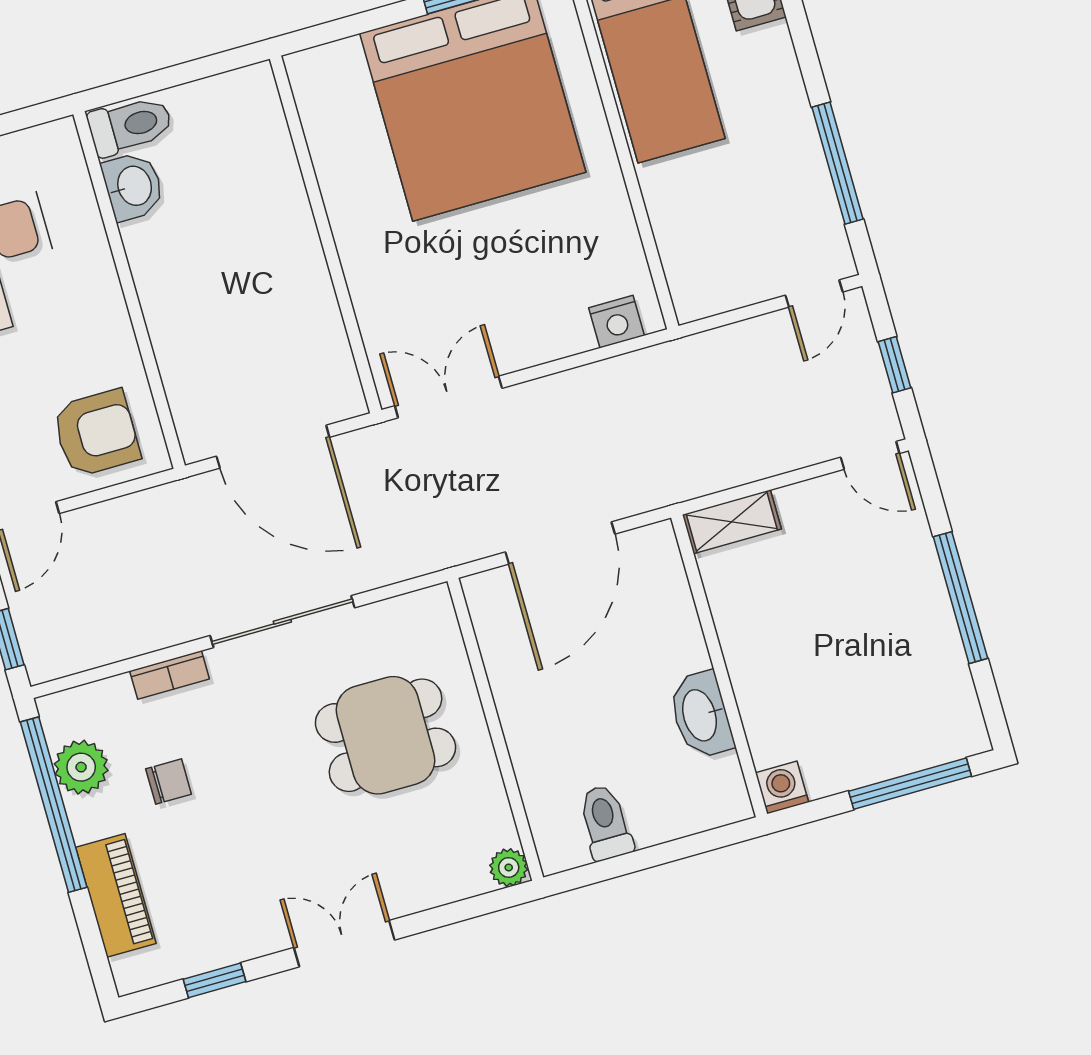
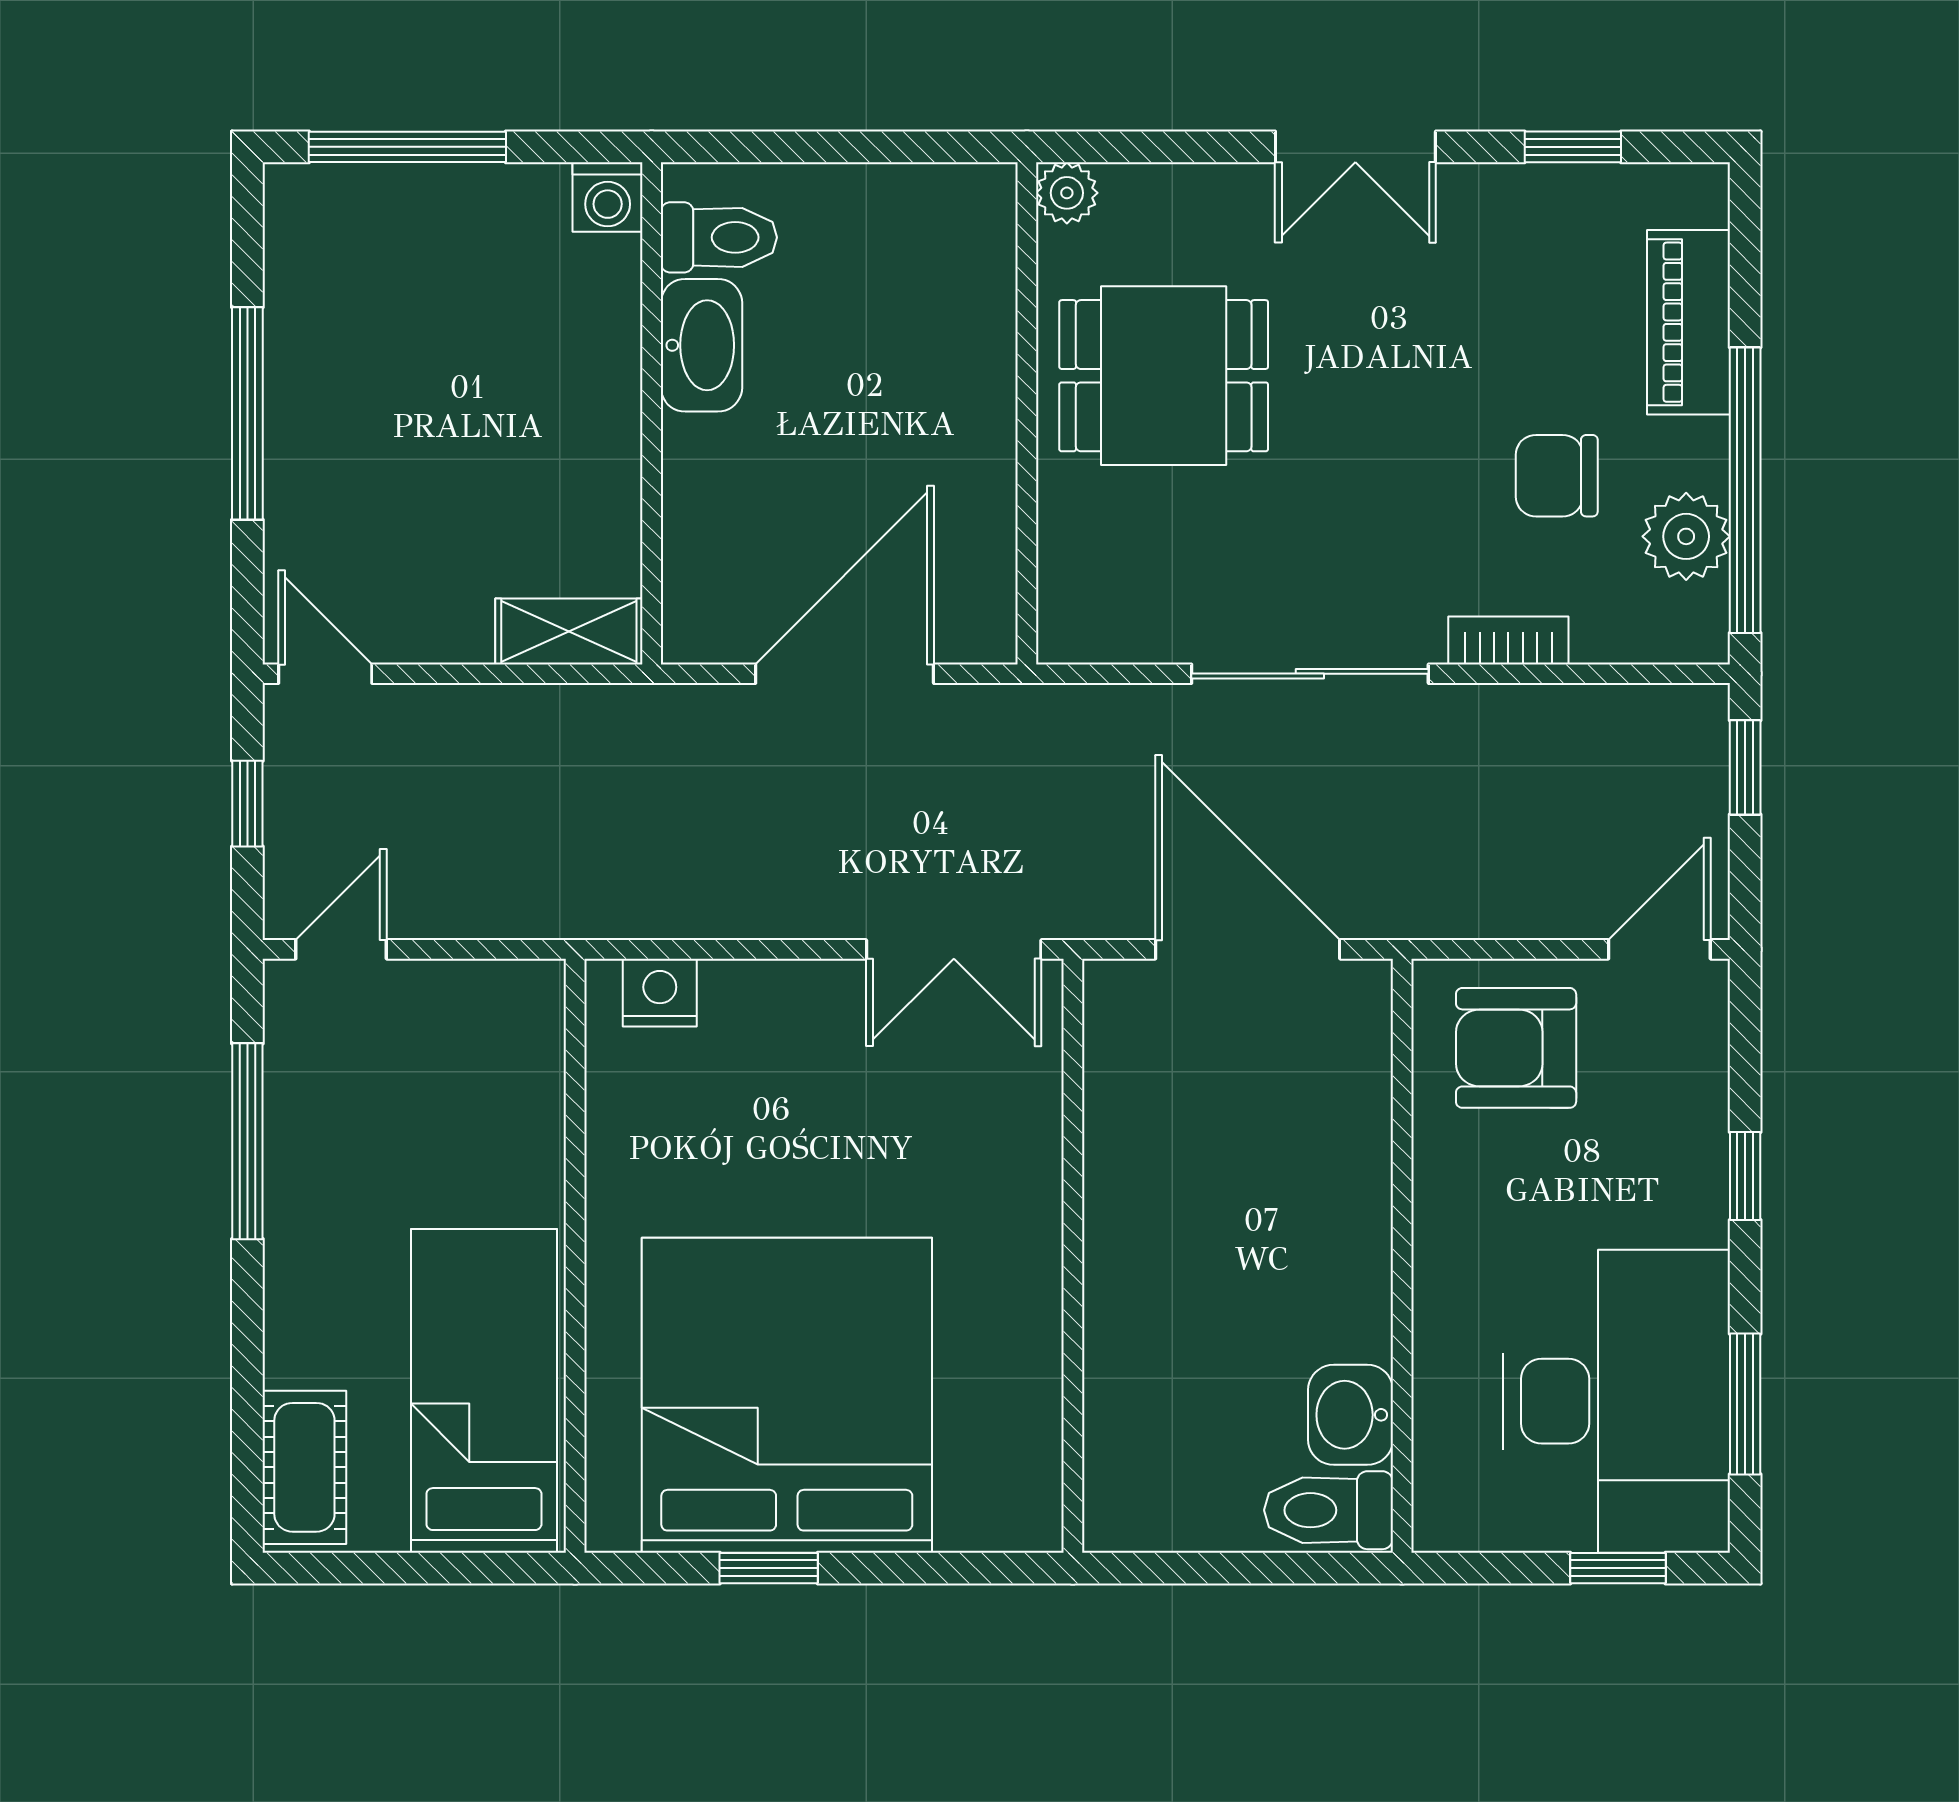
dining table: (385, 735) -> (1164, 376), moved
chair: (169, 781) -> (1557, 476), width x1.37, depth x1.37
toilet: (605, 823) -> (719, 237), moved, turned -90

